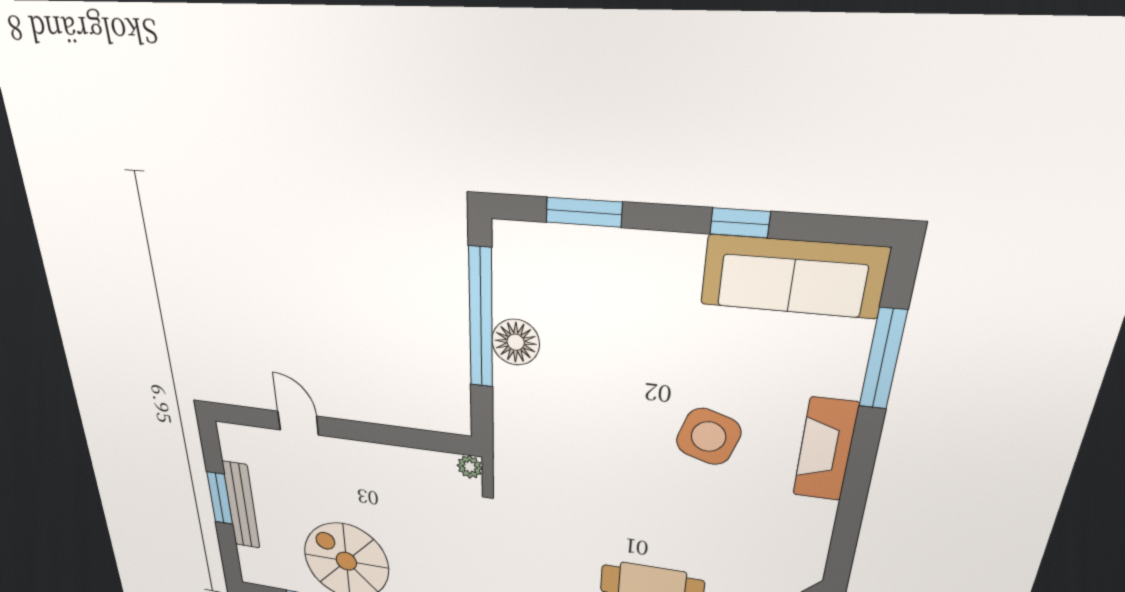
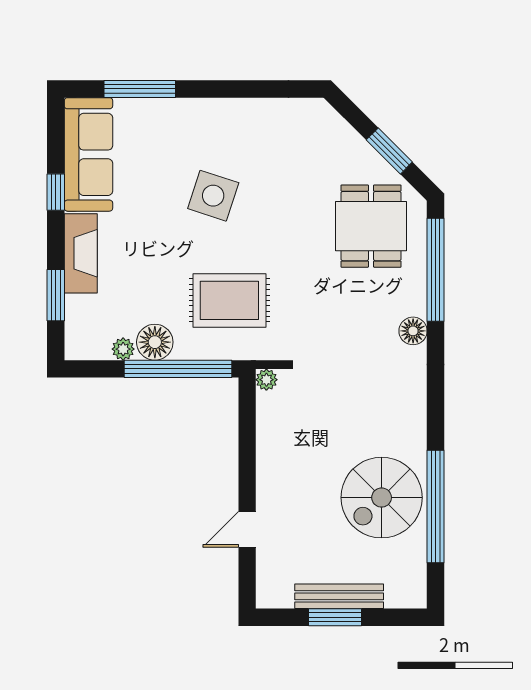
plant: (507, 300) -> (123, 349), added
window: (481, 318) -> (178, 369), moved
rug: (568, 439) -> (229, 300), added
fireplace: (826, 449) -> (81, 253), moved, turned -90

